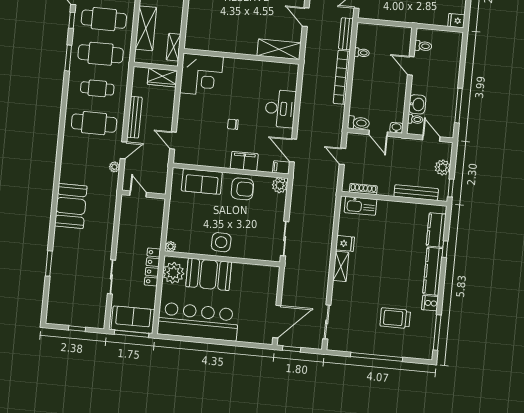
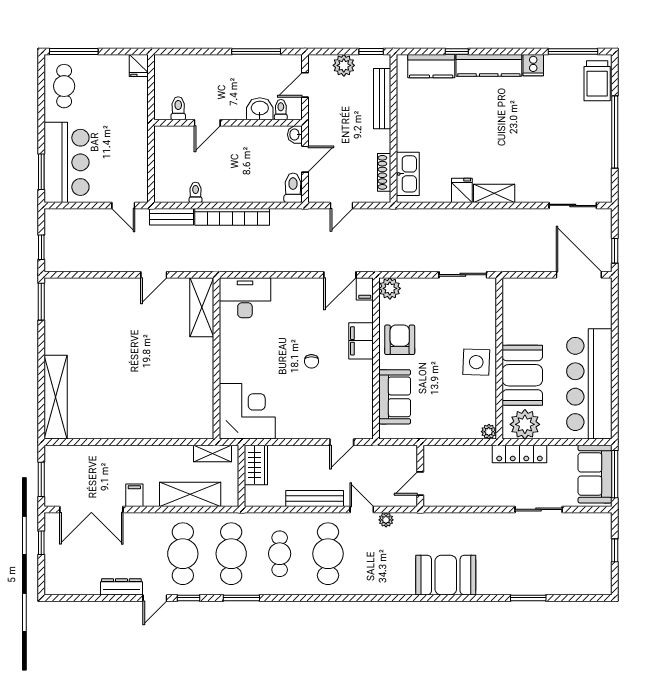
desk: (280, 109) -> (245, 298), moved
trolley: (395, 318) -> (597, 81), moved

